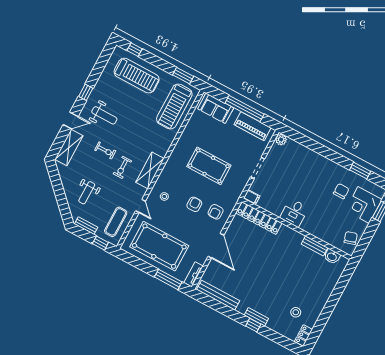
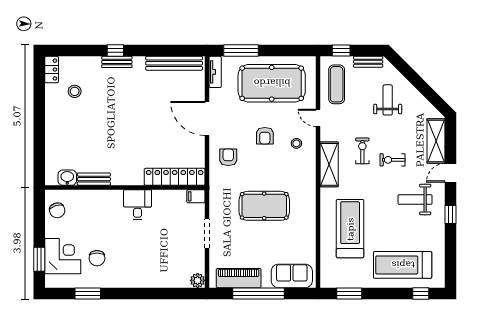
treadmill: (174, 107) -> (350, 229), moved
armchair: (194, 204) -> (265, 136), moved

